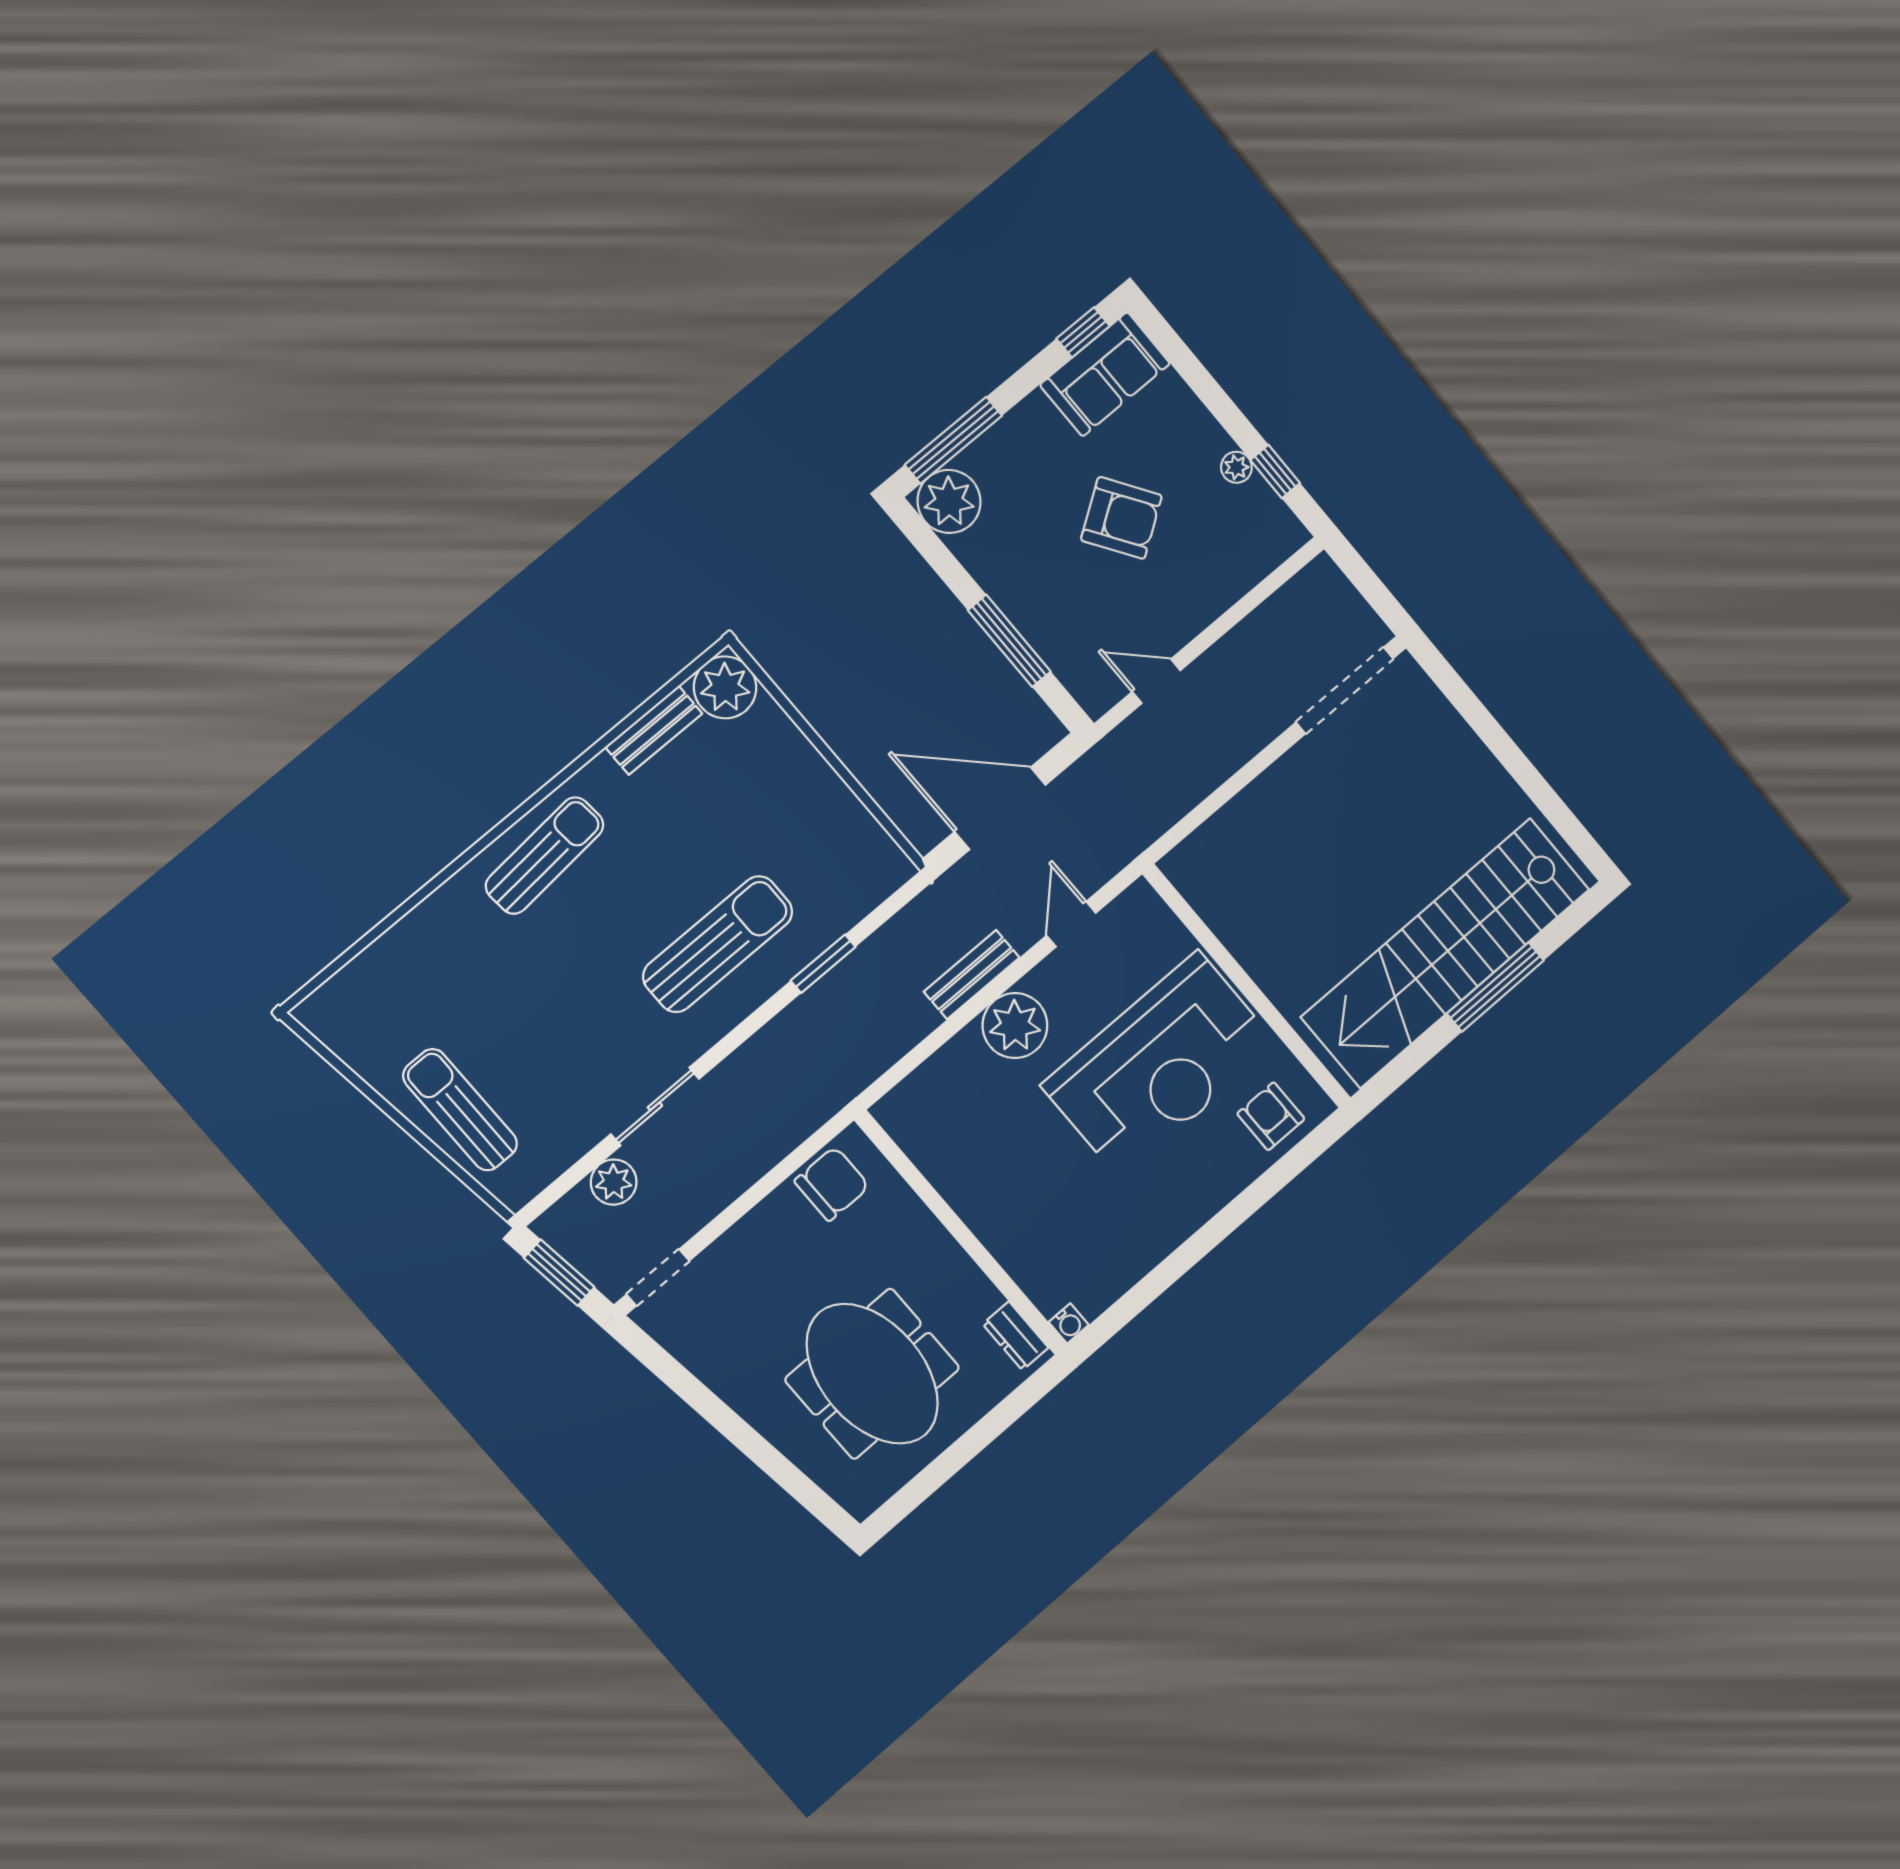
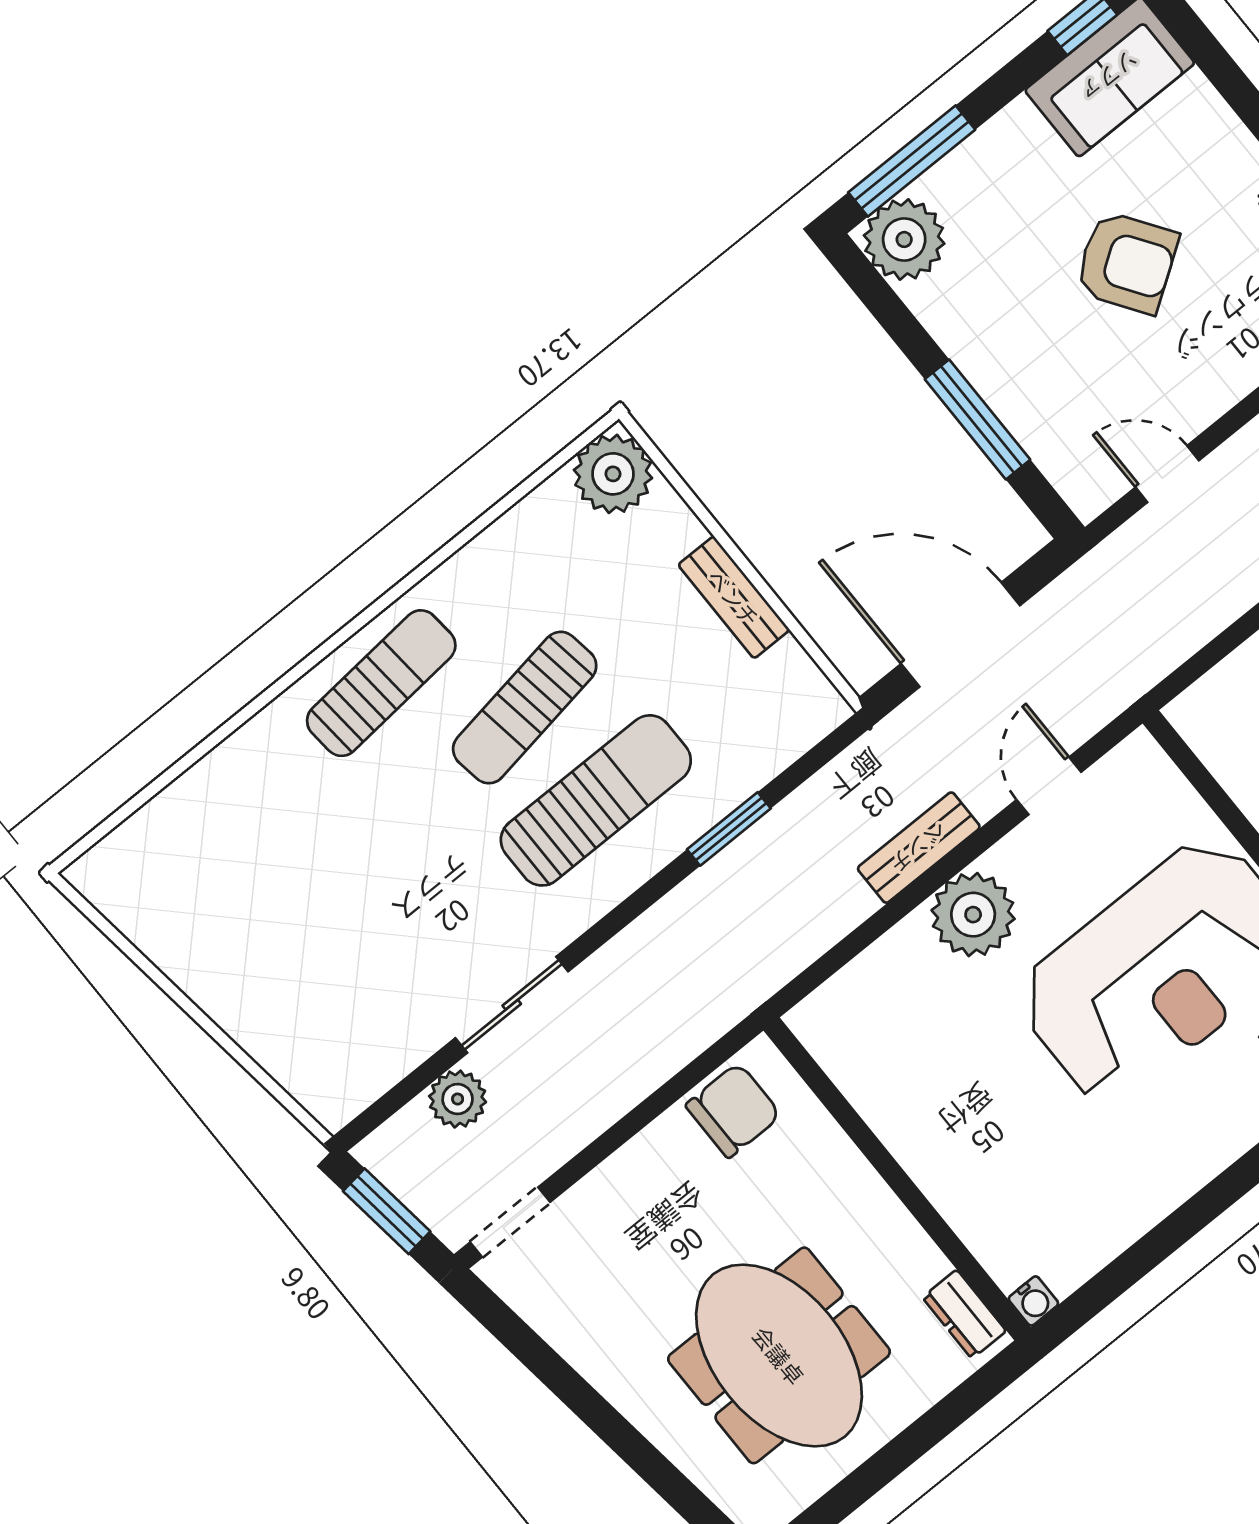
bench: (654, 730) -> (734, 597), moved, turned 90
sun lounger: (460, 1110) -> (525, 708), moved, turned -99

